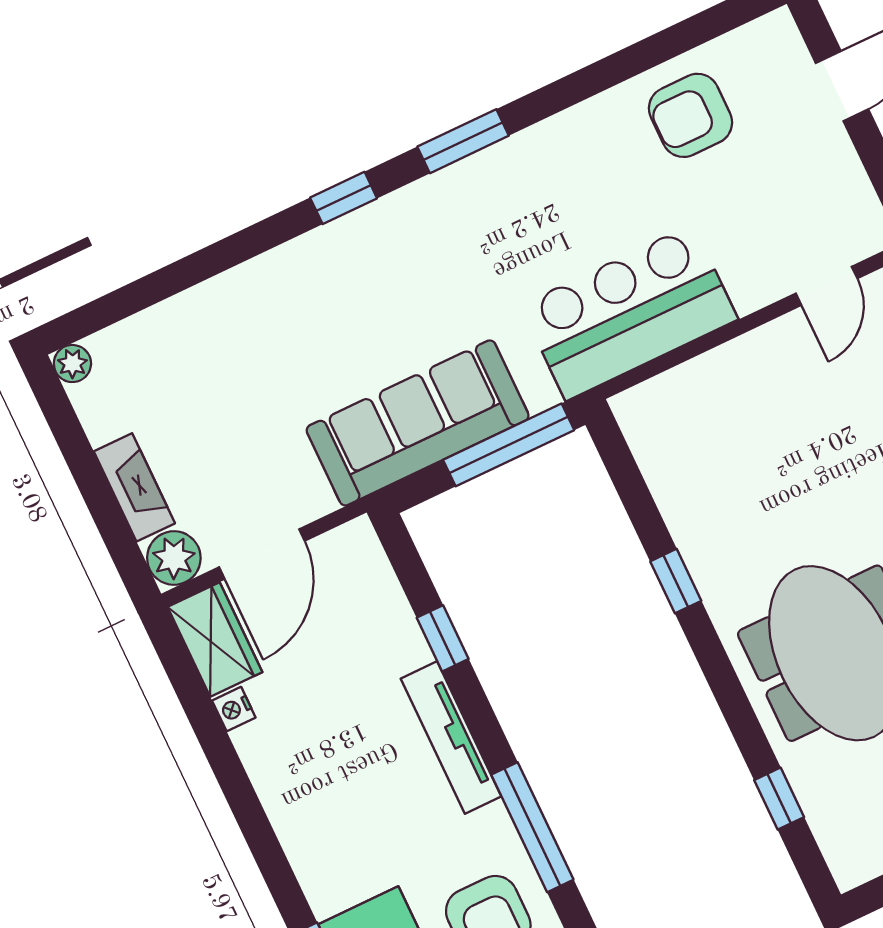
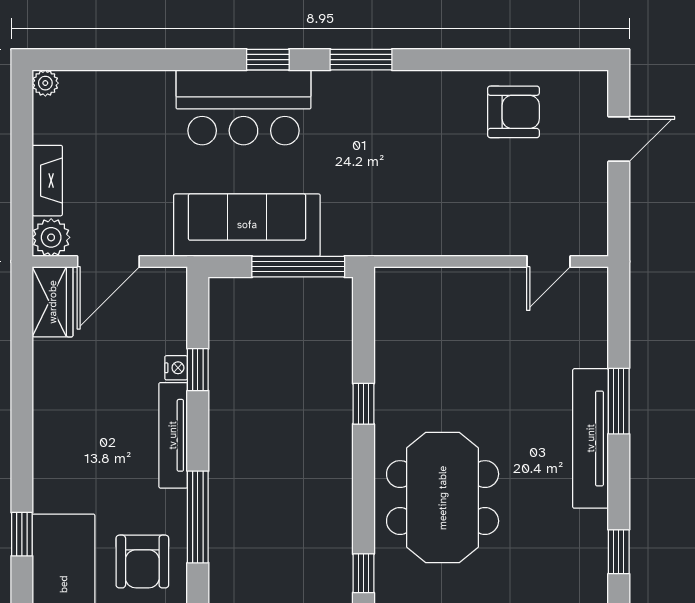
armchair: (691, 115) -> (514, 112), turned 180
bar counter: (629, 312) -> (243, 107), moved, turned 180
nightstand: (234, 709) -> (176, 368), moved, turned 180

